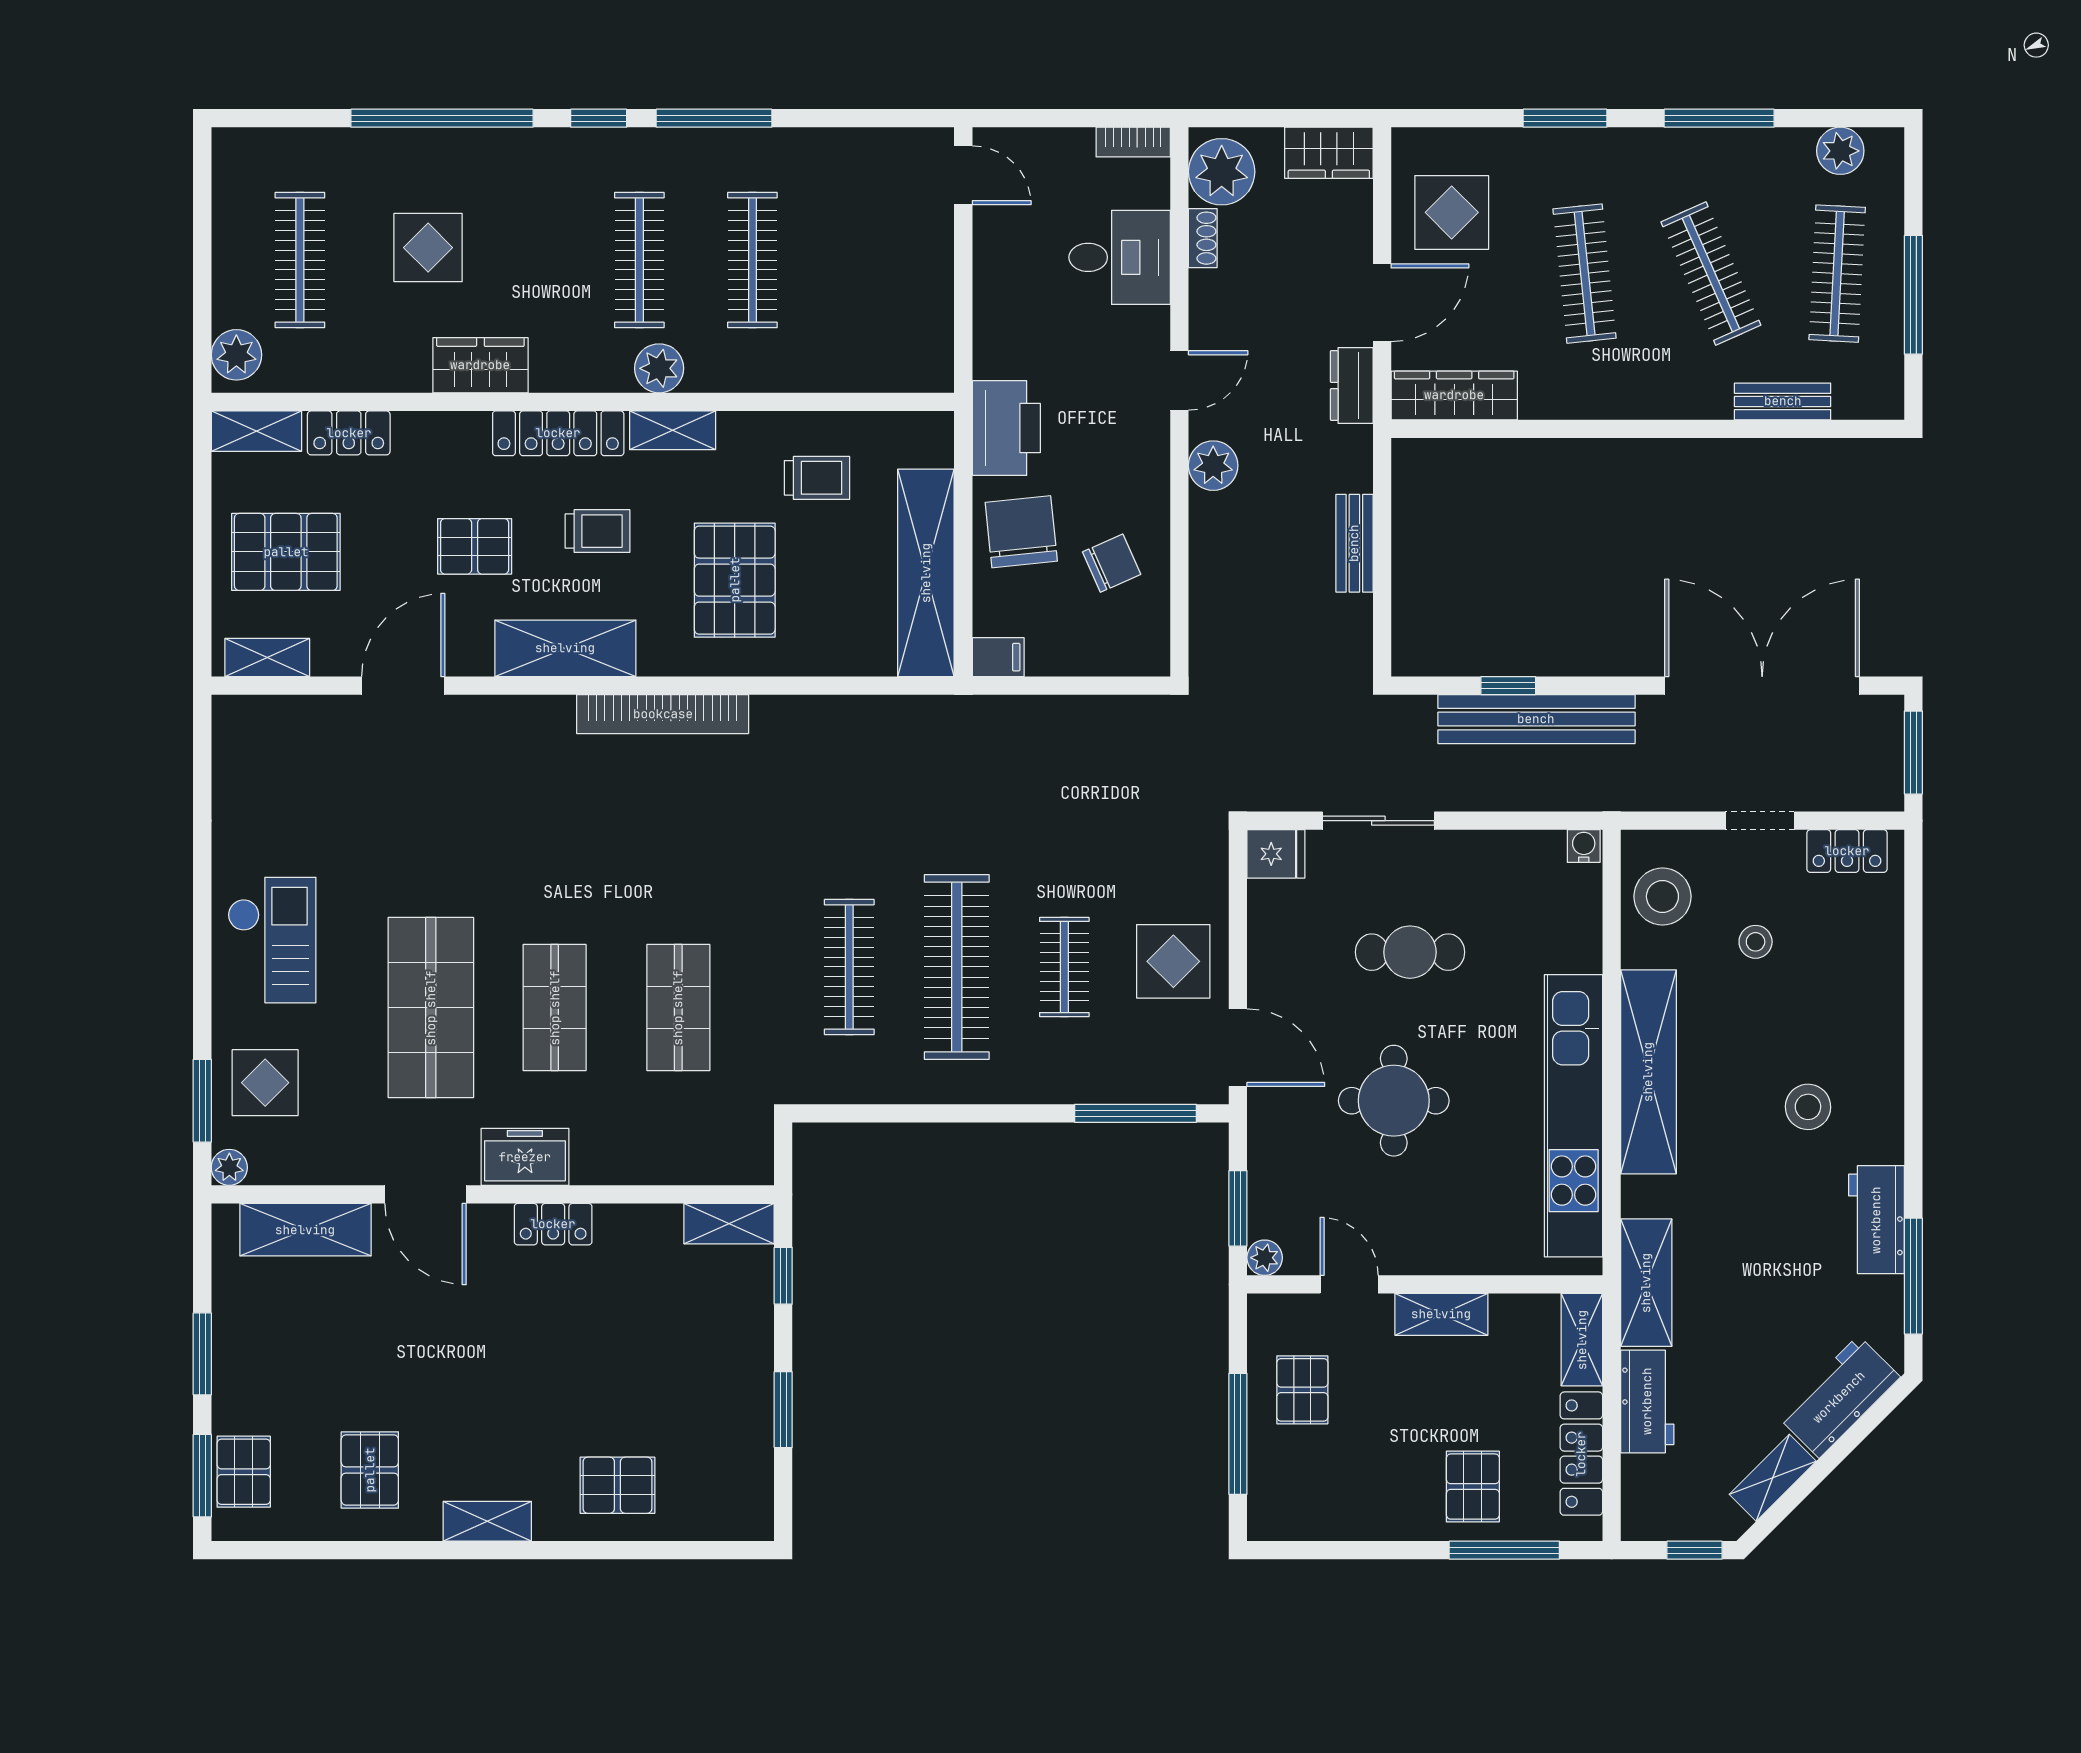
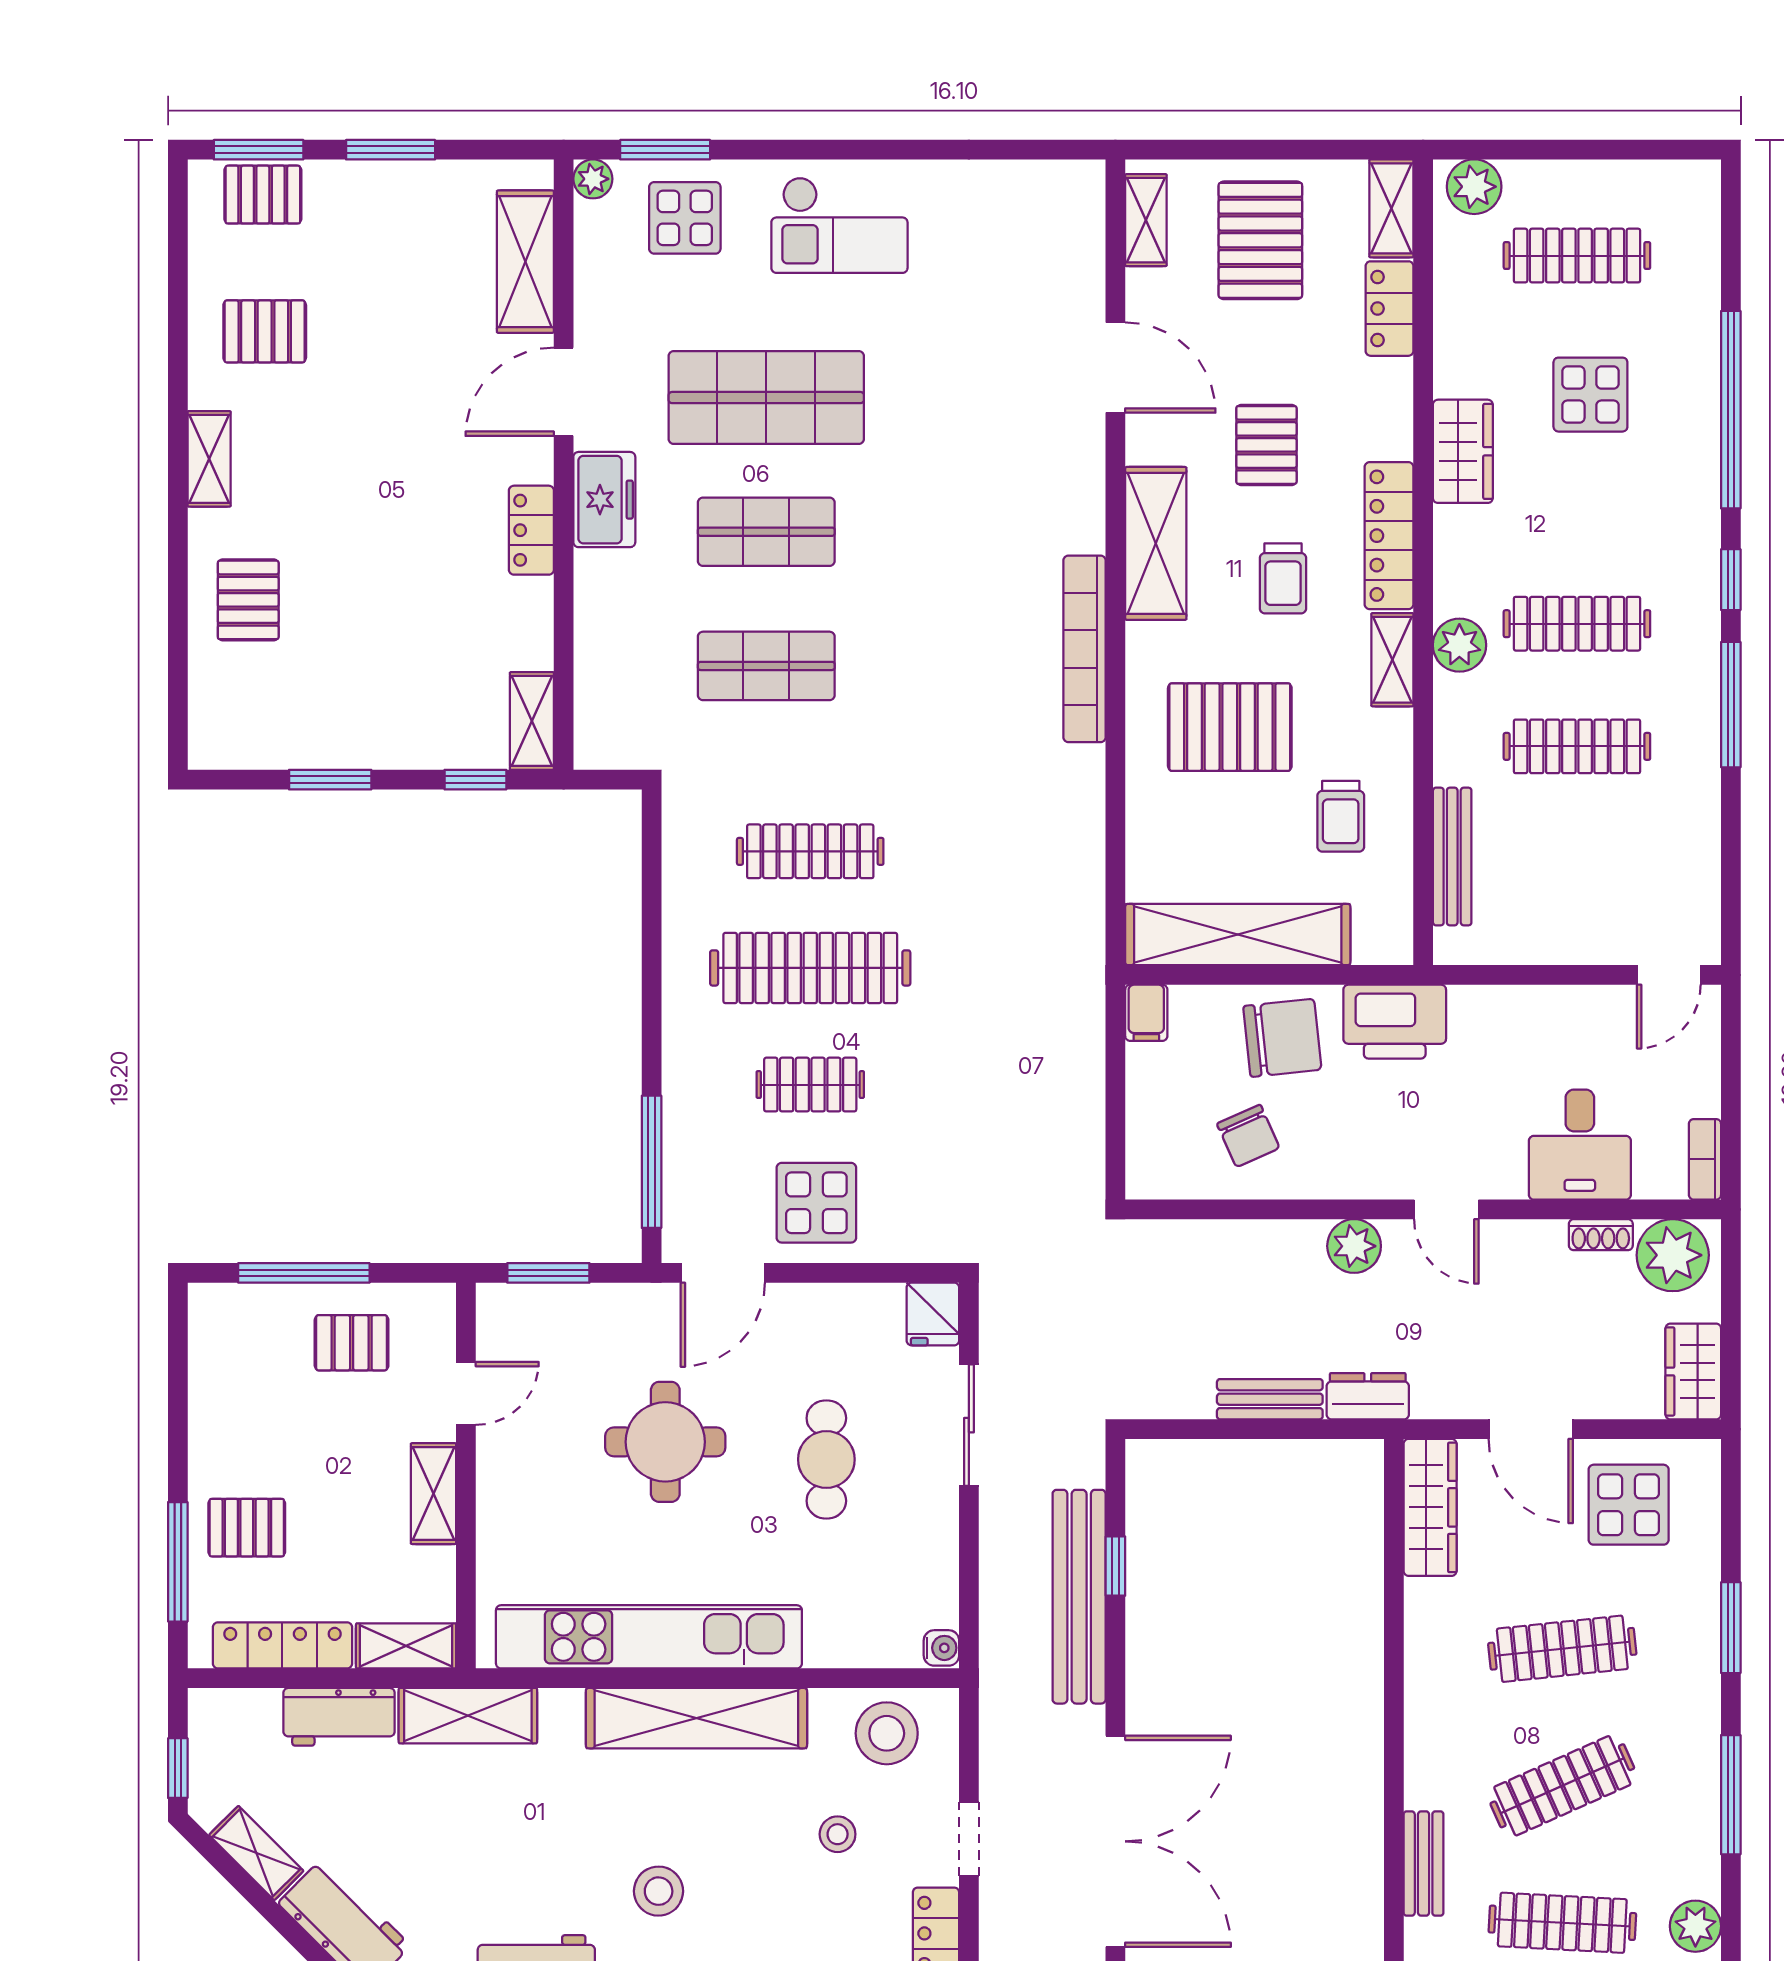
bench: (854, 375) -> (1452, 856), added
dresser: (1352, 385) -> (1368, 1396), moved
plant: (1265, 1258) -> (495, 1302), removed

